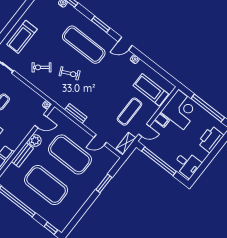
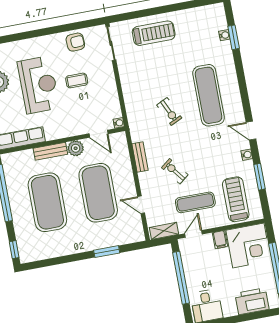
window: (101, 24) -> (260, 177), moved
treadmill: (22, 37) -> (154, 33), turned 180
exercise bike: (41, 67) -> (175, 171), moved
door: (144, 130) -> (193, 234), swing flipped

